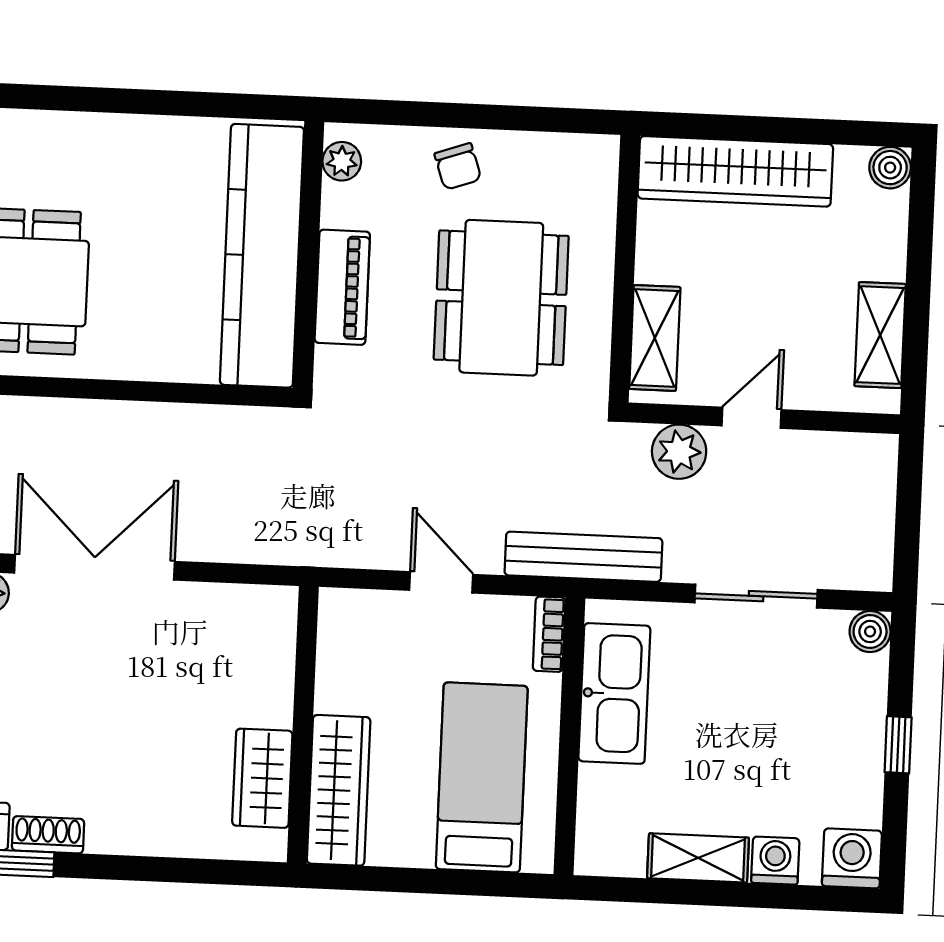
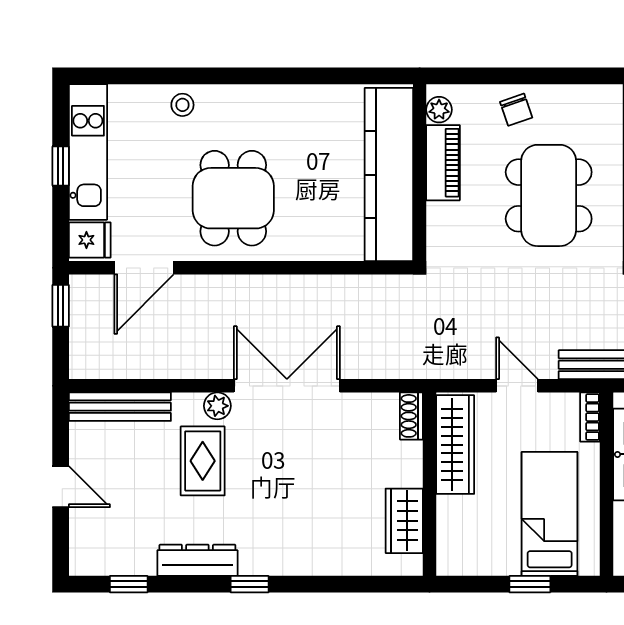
piano: (342, 287) -> (443, 163), moved
wardrobe: (339, 790) -> (455, 445), moved
shoe rack: (48, 835) -> (411, 416), moved, turned -90
window: (447, 882) -> (530, 584), added

